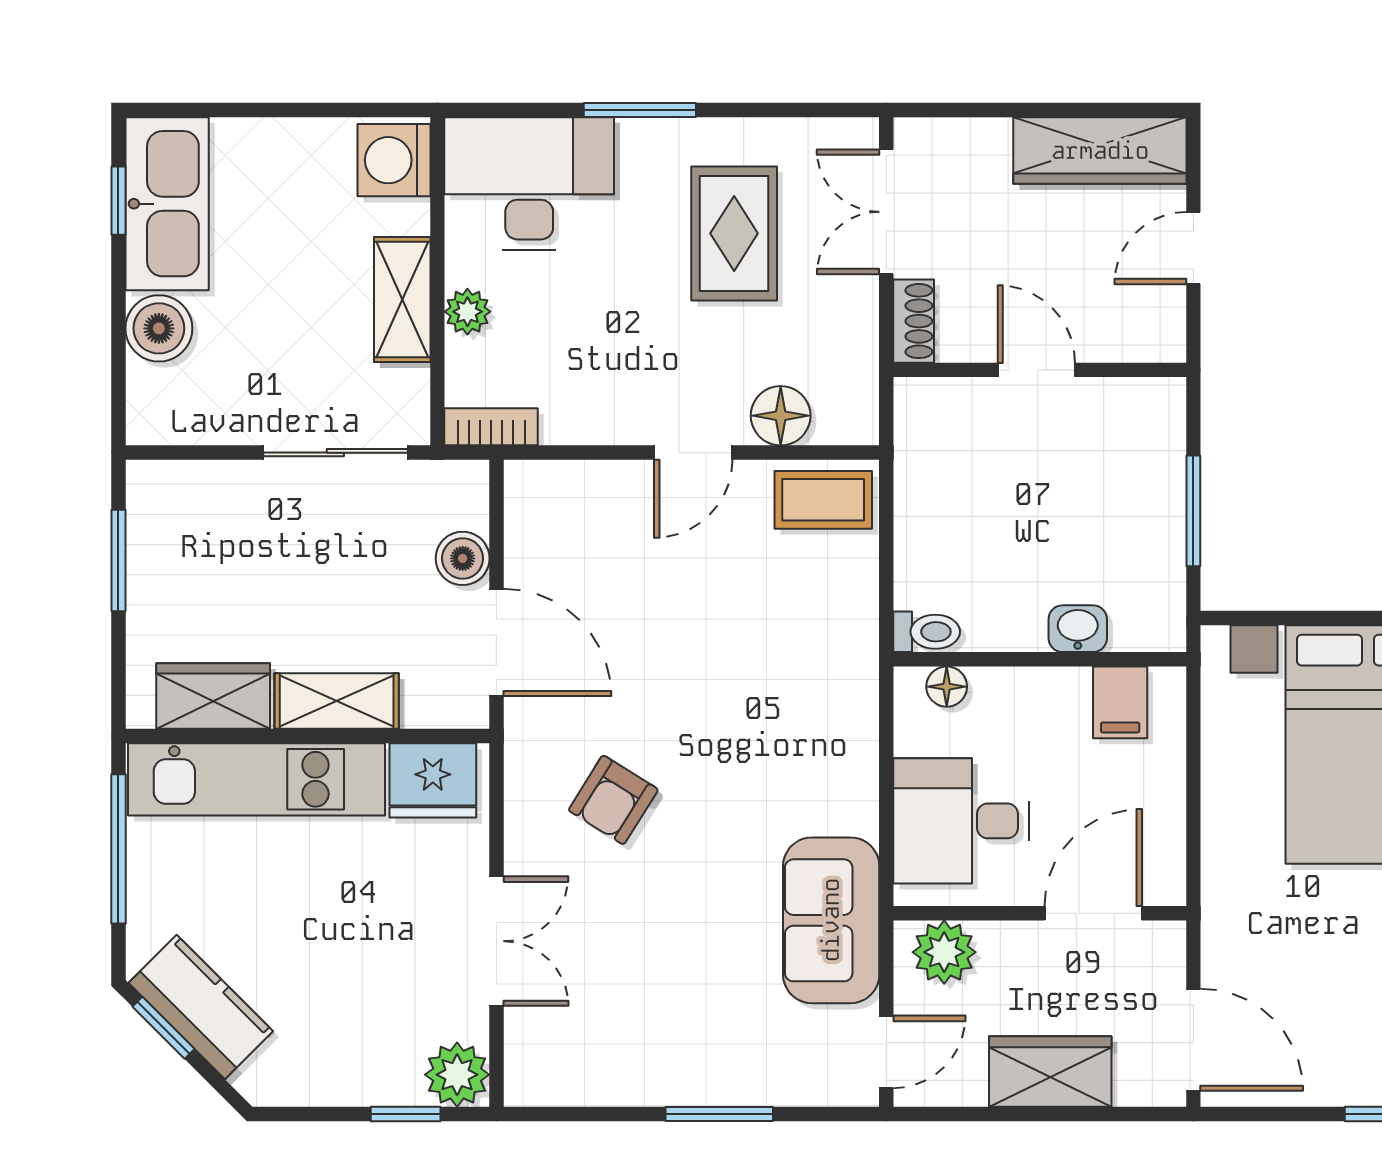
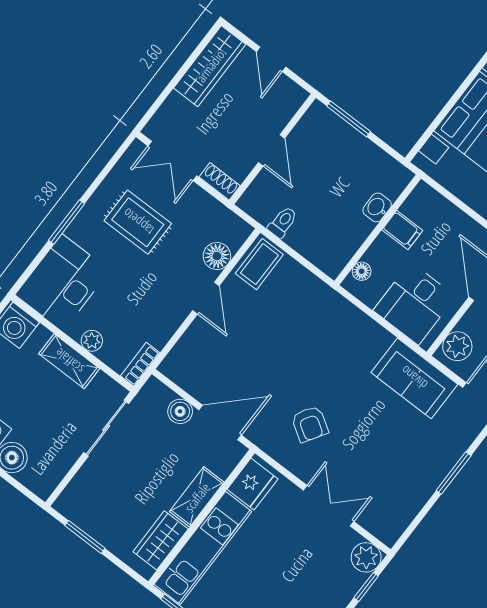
door: (1036, 370) -> (272, 150), swing flipped
window: (1193, 511) -> (349, 119), moved
toilet: (927, 632) -> (283, 222), moved
filing cabinet: (1120, 702) -> (402, 230), moved

